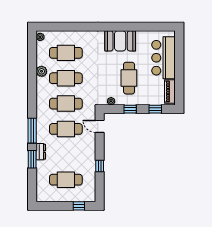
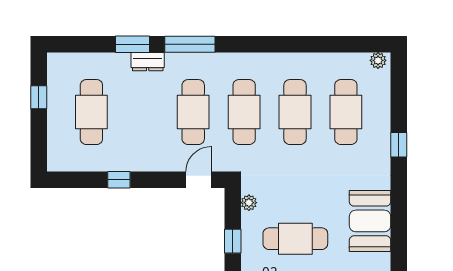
window: (82, 27) -> (399, 145), added
plant: (42, 71) -> (309, 63), removed
window: (79, 206) -> (39, 97), moved

